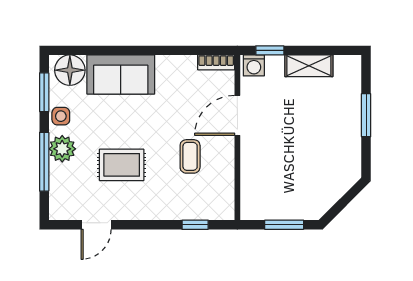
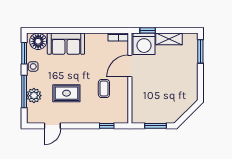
washing machine: (254, 65) -> (144, 44), width x1.89, depth x1.89
window: (366, 115) -> (200, 51), moved
plant: (62, 149) -> (34, 96), moved

